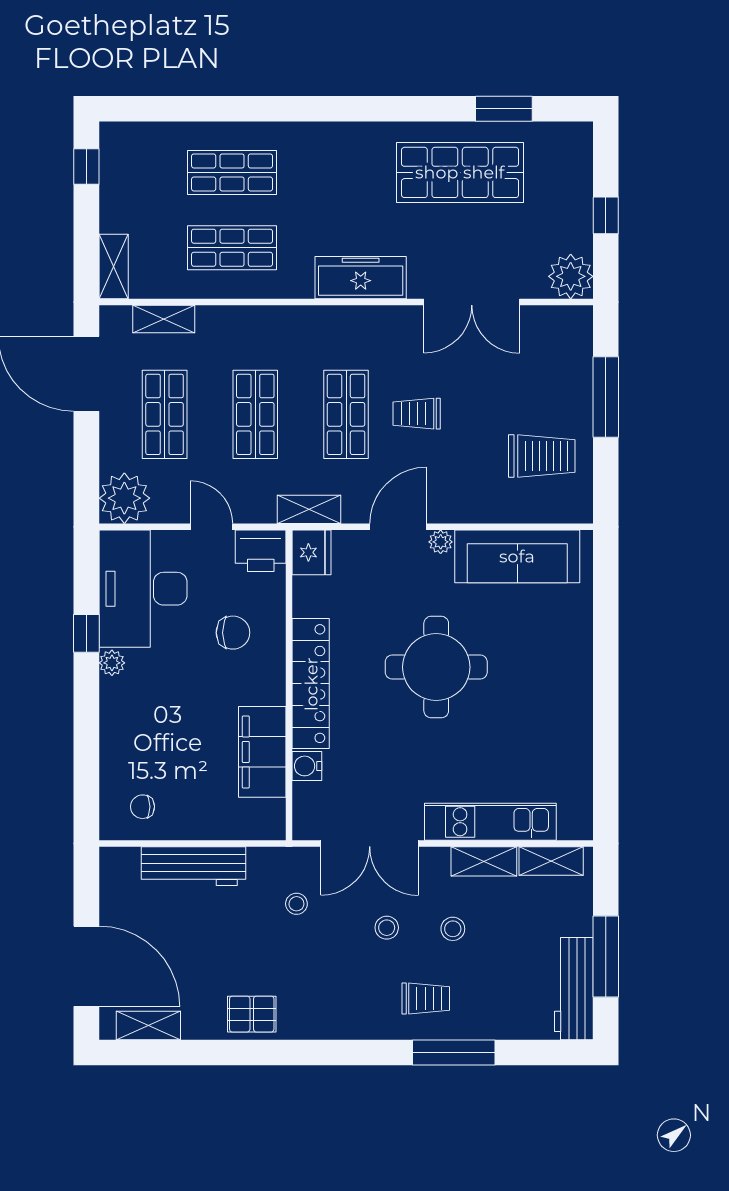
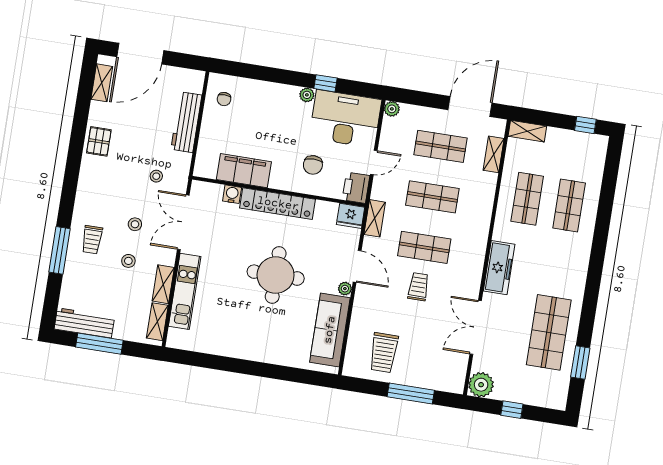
plant: (124, 498) -> (392, 109), width x0.53, depth x0.53
chair: (142, 807) -> (224, 99), turned 180

